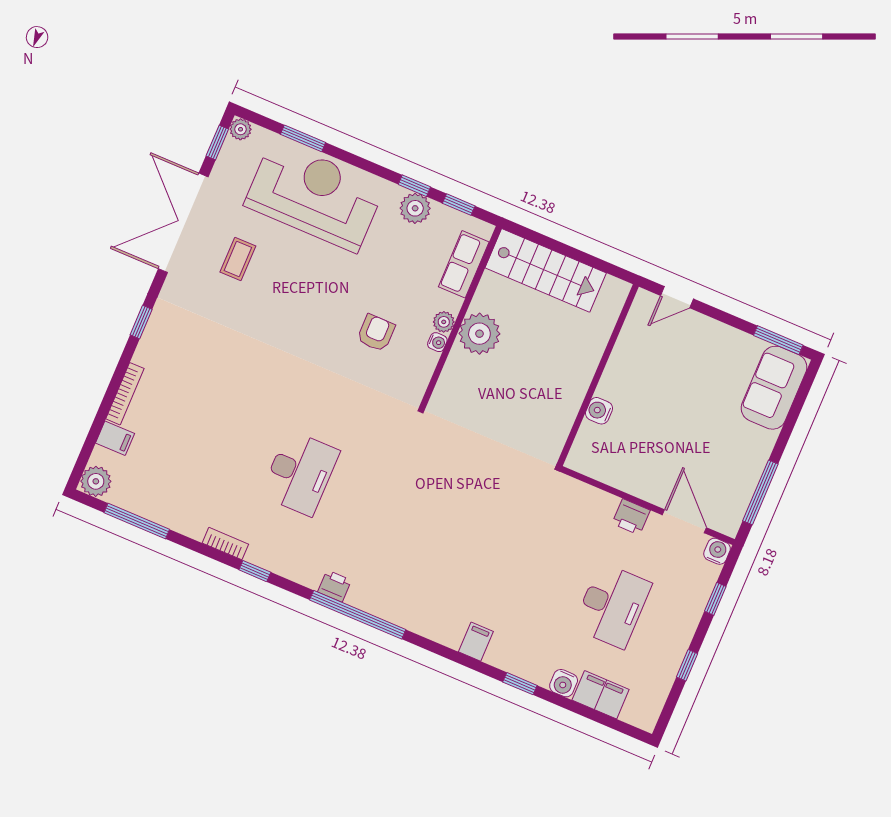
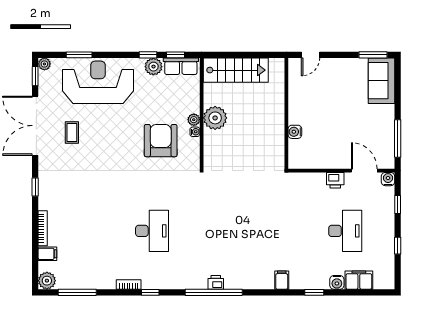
row of seats: (464, 264) -> (181, 66), moved, turned -90
armchair: (376, 333) -> (161, 141), width x1.88, depth x1.88
printer: (335, 586) -> (216, 282), moved

